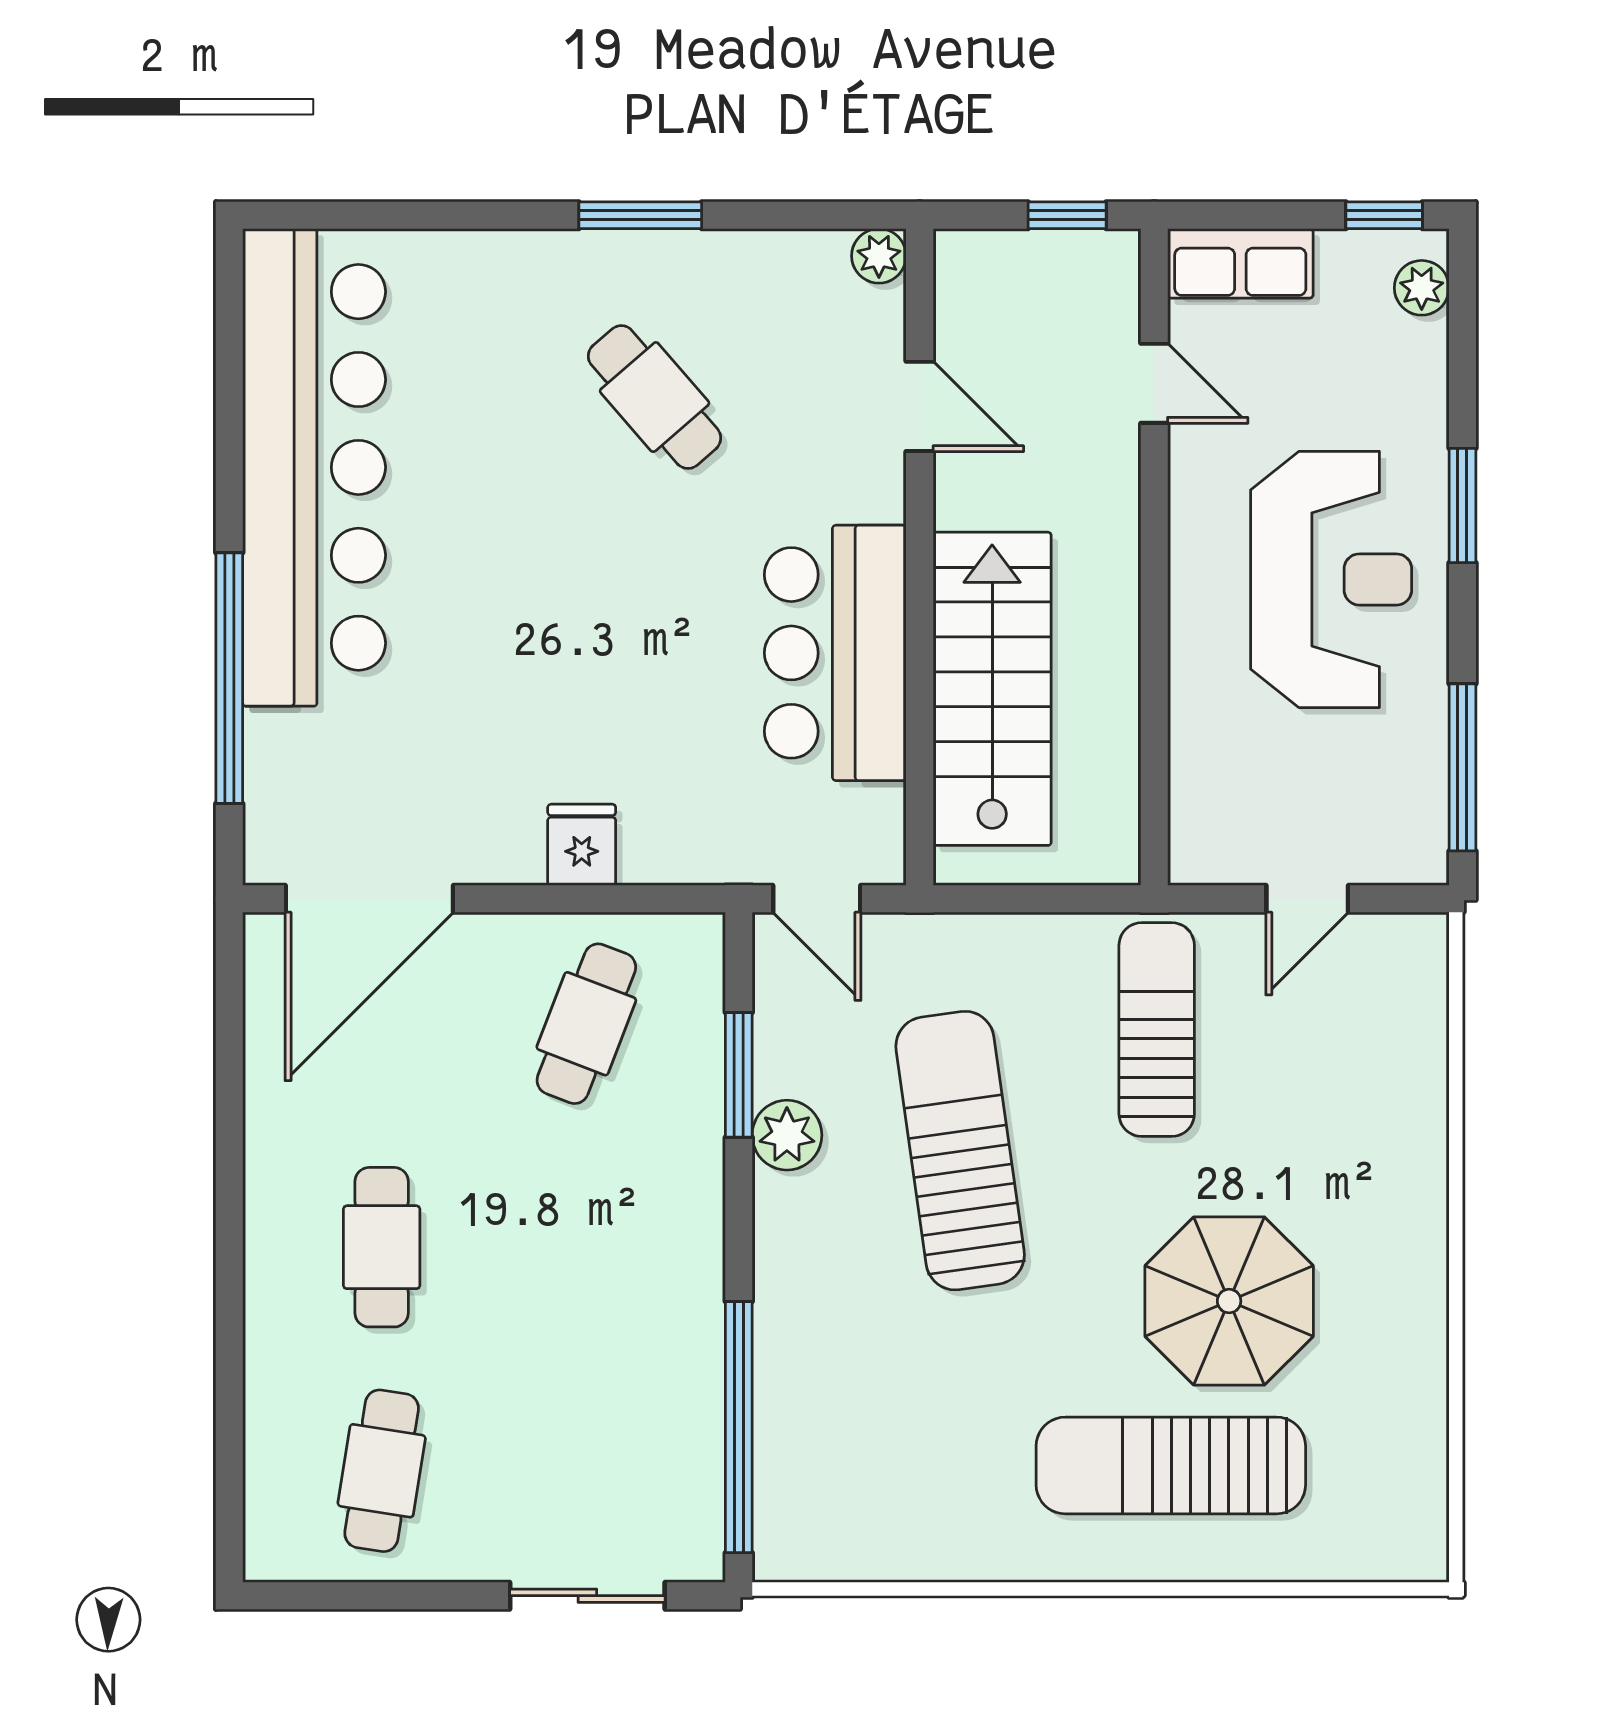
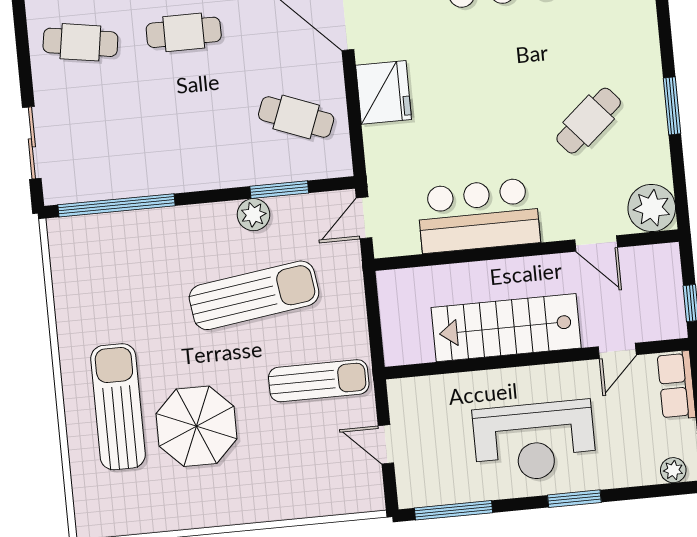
plant: (879, 256) -> (652, 208), width x1.87, depth x1.87
door: (920, 406) -> (596, 243), hinge flipped
stairs: (992, 689) -> (506, 328), moved, turned 180
fridge: (582, 845) -> (384, 92), width x1.88, depth x1.34

